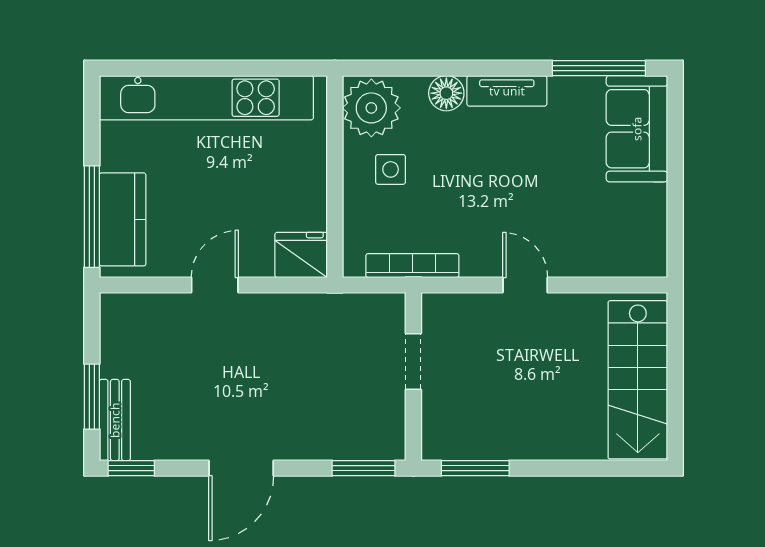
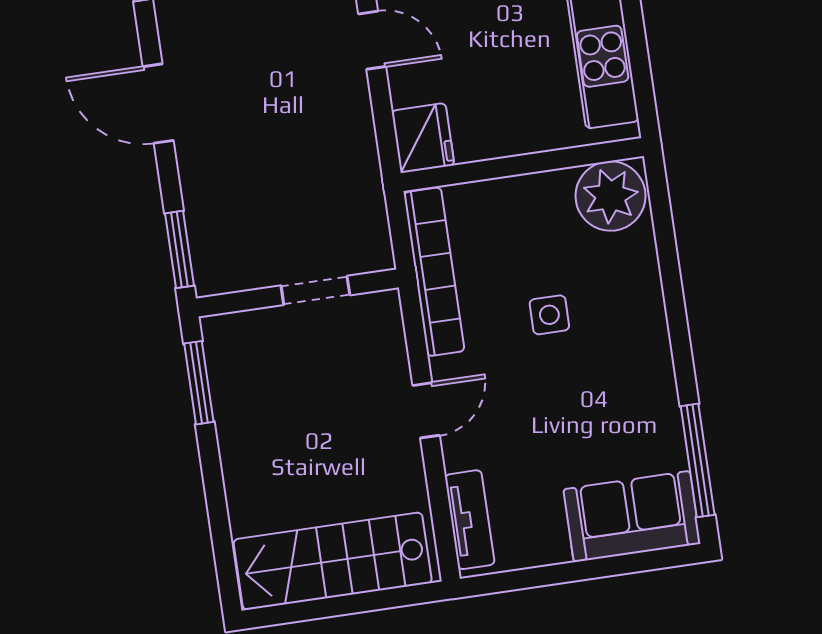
tv unit: (507, 91) -> (470, 520), moved, turned 180
floor lamp: (446, 93) -> (641, 283), removed
side table: (391, 169) -> (549, 315), moved
bookcase: (412, 266) -> (434, 272), width x1.48, depth x1.31

